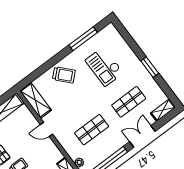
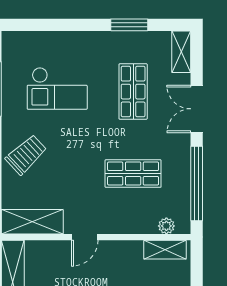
window: (150, 67) -> (129, 25), moved
shop shelf: (92, 130) -> (133, 174), turned 90

